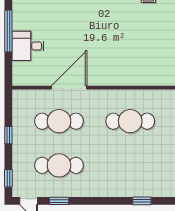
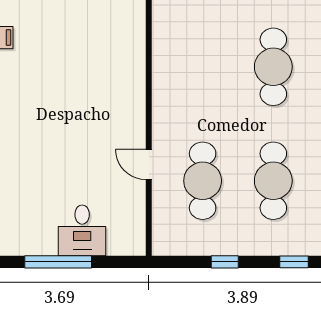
door: (69, 88) -> (149, 165), width x0.53
cafe table: (130, 121) -> (273, 67), moved

